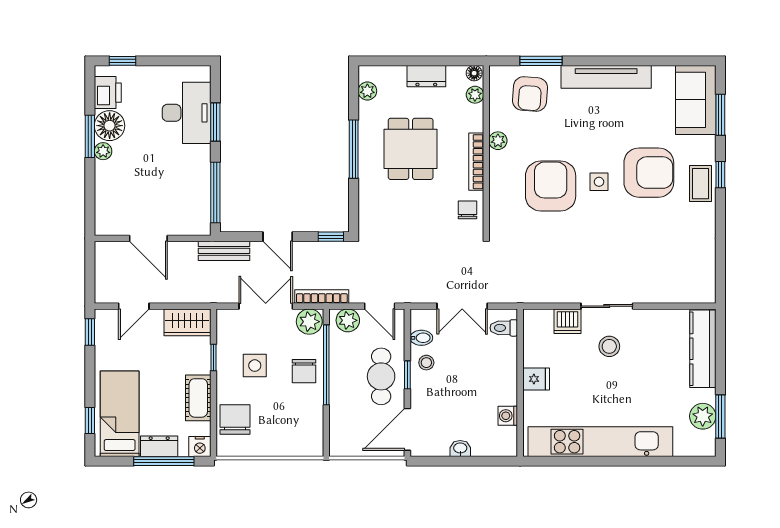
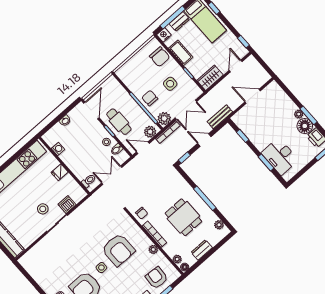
window: (215, 193) -> (243, 136), width x0.46

